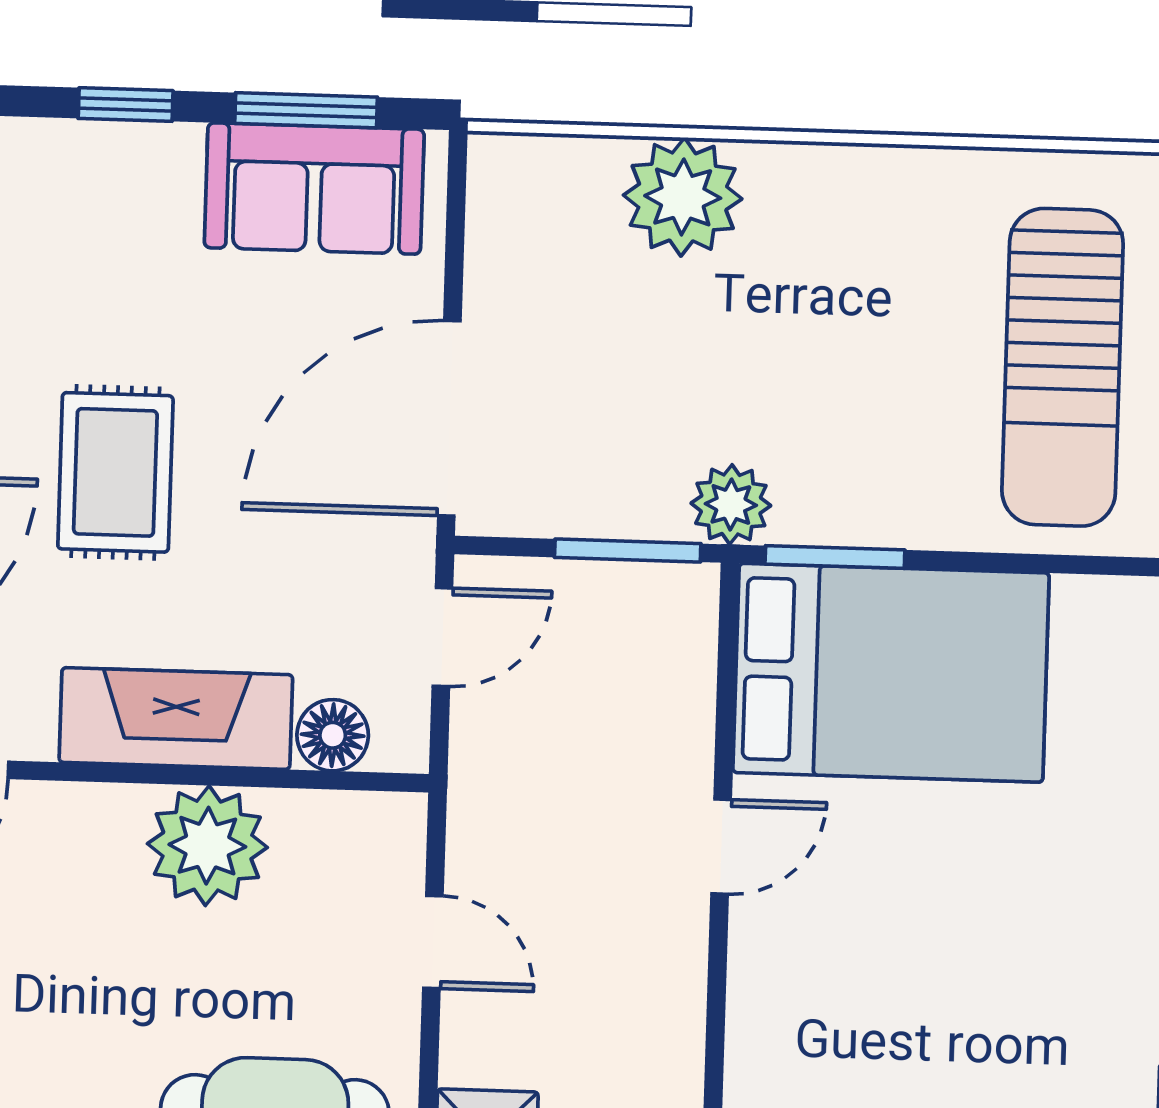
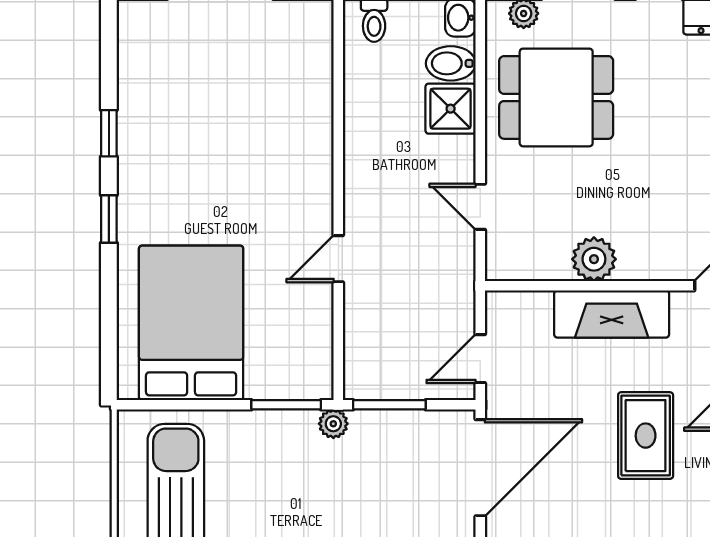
plant: (731, 504) -> (333, 424), width x0.73, depth x0.73
bed: (891, 673) -> (191, 323), moved, turned 90
floor lamp: (333, 735) -> (533, 308), removed
plant: (207, 846) -> (594, 259), width x0.73, depth x0.73

